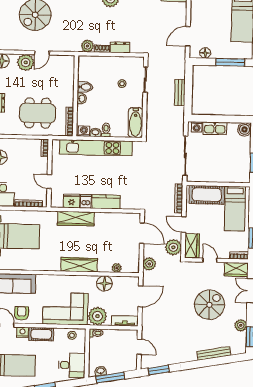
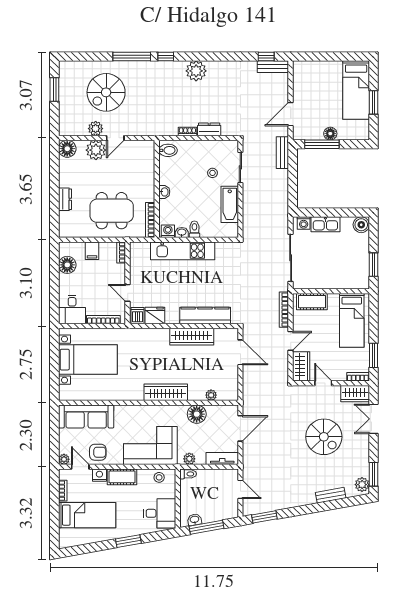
plant: (87, 46) -> (96, 129), moved
floor lamp: (205, 53) -> (330, 134), moved
window: (230, 62) -> (322, 144), moved
bidet: (85, 87) -> (168, 150), moved
bench: (180, 93) -> (282, 153), moved
bathtub: (135, 123) -> (230, 204), moved
filing cabinet: (21, 146) -> (92, 251), added
kitchen unit: (96, 148) -> (183, 251), width x0.73
cot: (207, 195) -> (312, 302), width x0.73, depth x0.75
dishwasher: (86, 201) -> (137, 316), moved
kitchen counter: (106, 202) -> (205, 316), width x1.50
wardrobe: (76, 219) -> (192, 337), moved
door: (184, 225) -> (291, 341), swing flipped
plant: (173, 247) -> (279, 369), removed
plant: (149, 264) -> (250, 389), removed
spiral stairs: (209, 305) -> (324, 437), turned 90
armchair: (22, 313) -> (98, 452), turned 90
plant: (98, 316) -> (189, 459), width x0.53, depth x0.53
plant: (241, 325) -> (362, 485), moved
bench: (214, 353) -> (331, 495), width x0.73

